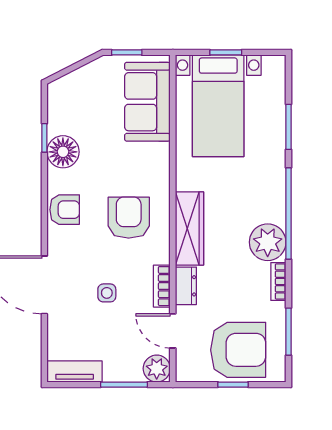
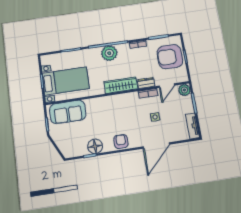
armchair: (129, 218) -> (120, 112), removed
plant: (268, 242) -> (109, 53), moved
armchair: (238, 350) -> (170, 57), turned -90

